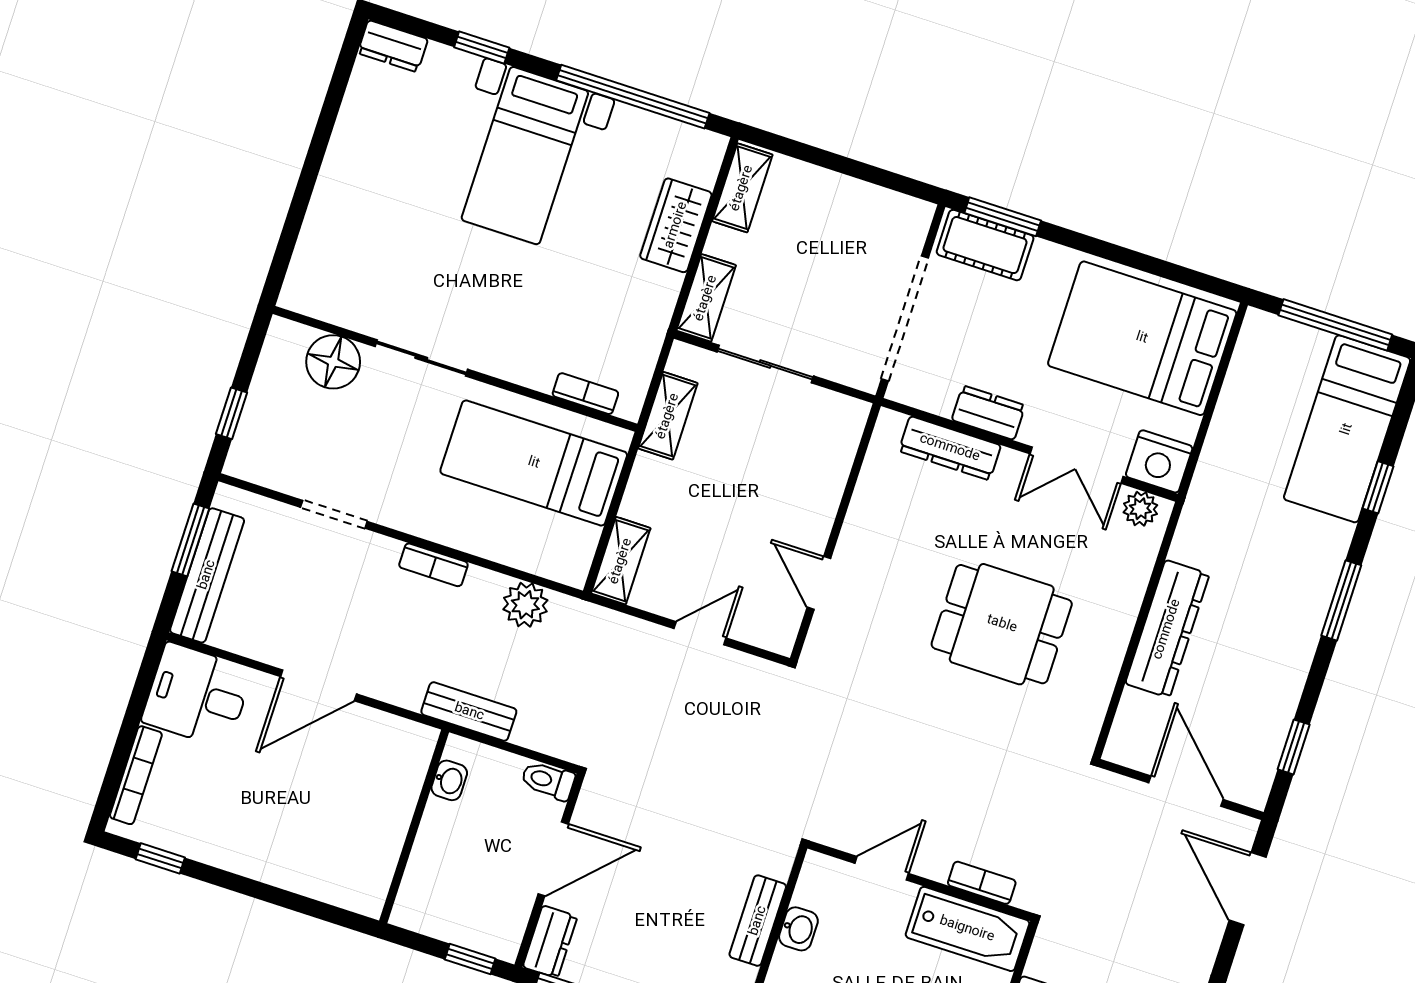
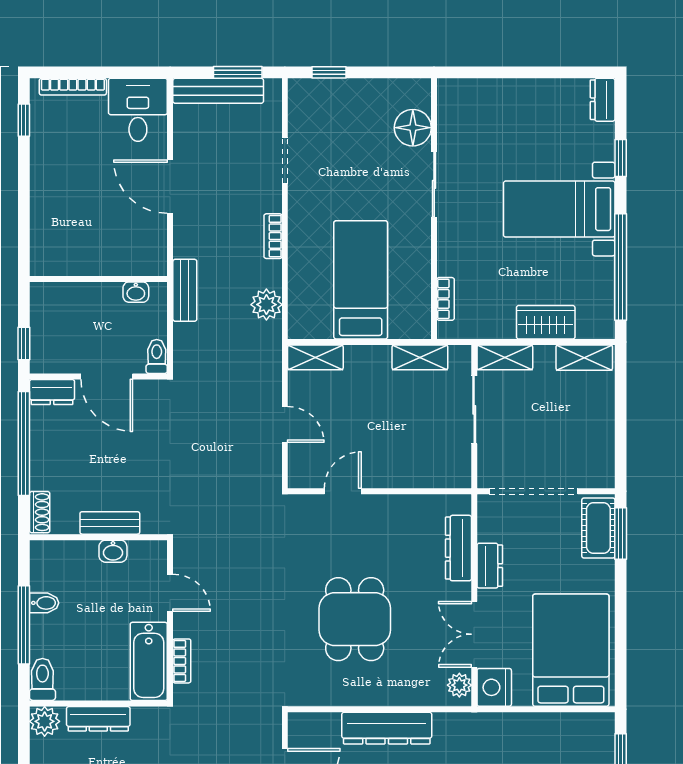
sliding door: (421, 358) -> (434, 184), moved
floor lamp: (333, 362) -> (413, 128), moved
wall: (455, 369) -> (434, 209), moved
bookcase: (585, 394) -> (446, 299), moved

